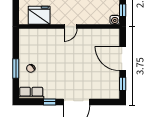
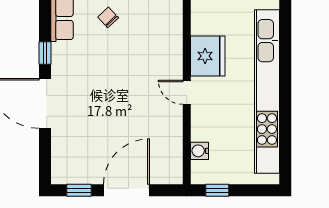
fridge: (39, 15) -> (208, 56), moved
water cooler: (115, 20) -> (200, 151), moved

